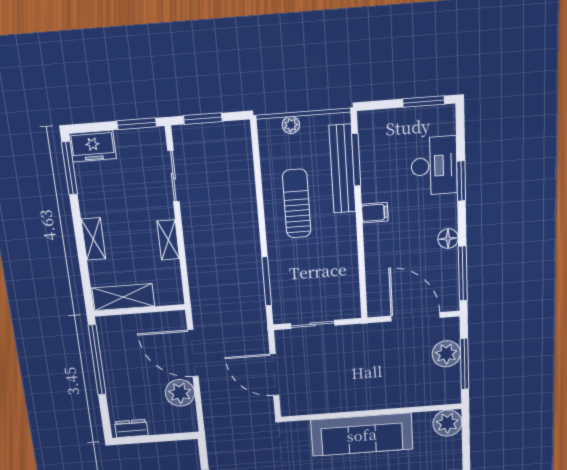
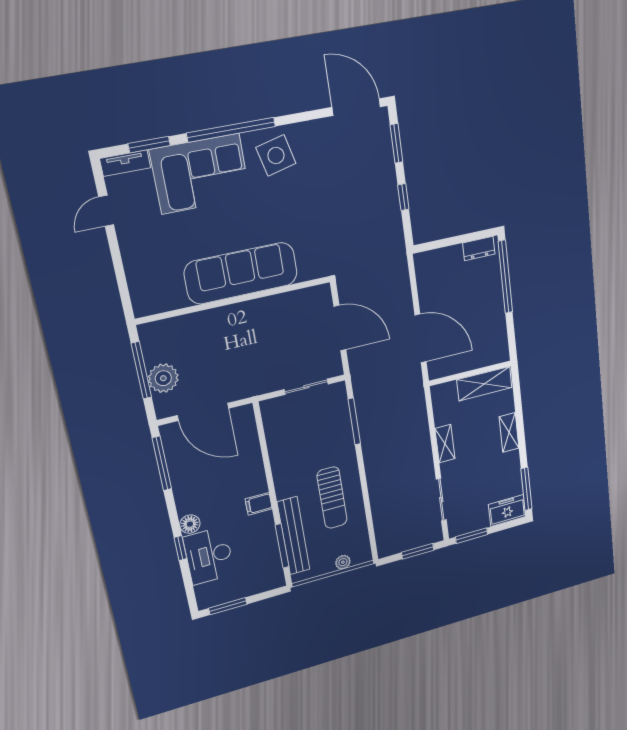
window: (461, 181) -> (180, 548), width x0.67
floor lamp: (448, 239) -> (190, 524), moved
window: (97, 360) -> (505, 277), moved
plant: (180, 393) -> (432, 294), removed
plant: (447, 423) -> (147, 300), removed

